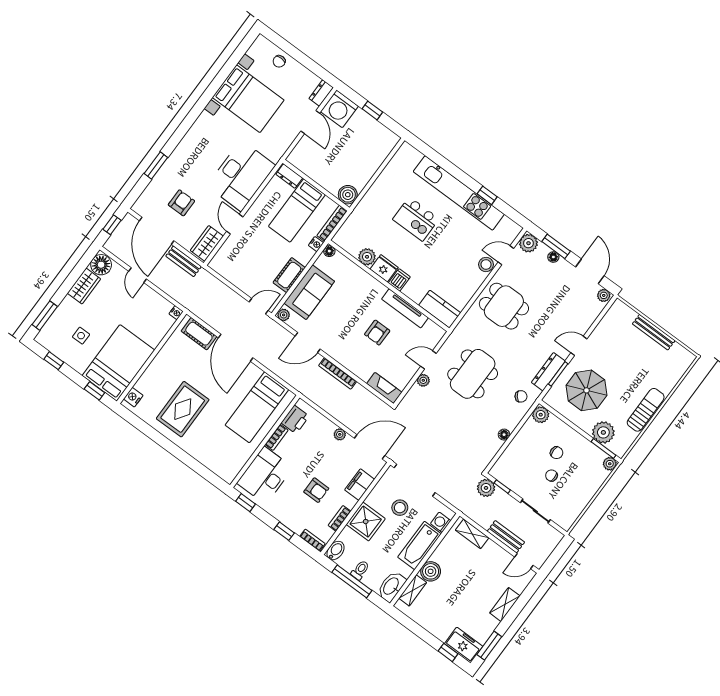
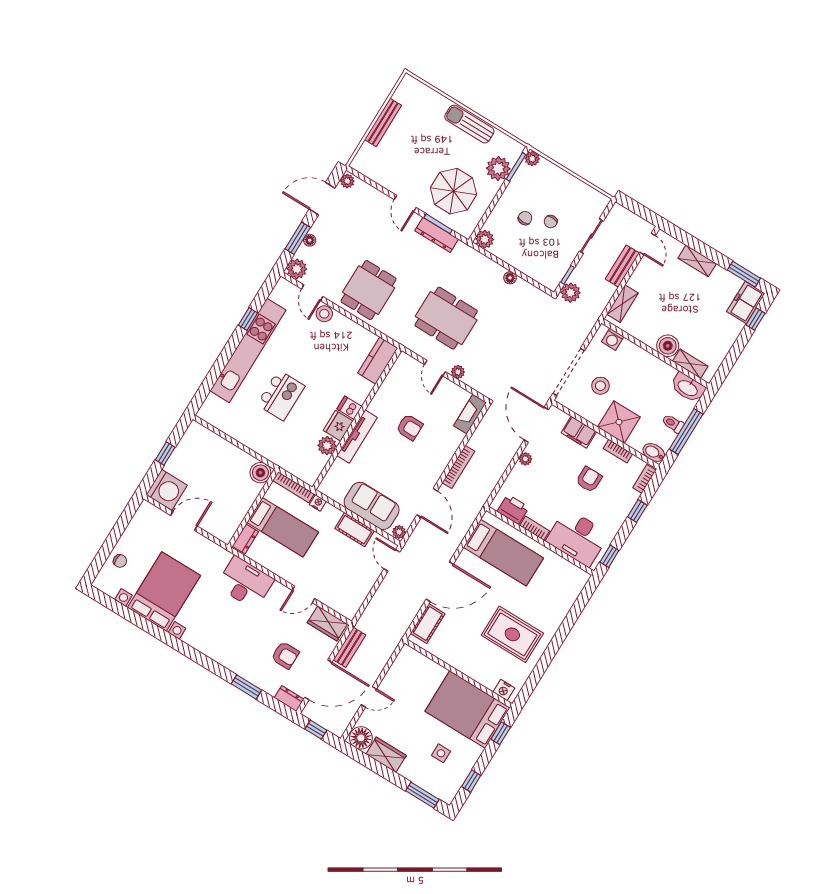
dresser: (321, 93) -> (289, 698), moved, turned 180
desk: (241, 176) -> (245, 583), width x0.73, depth x0.77
armchair: (181, 203) -> (285, 655), turned 180
floor lamp: (329, 251) -> (324, 488), removed
tv unit: (405, 308) -> (357, 437), moved
nightstand: (176, 313) -> (407, 651), removed
chair: (521, 396) -> (466, 263), removed
bathtub: (420, 546) -> (640, 360), removed

